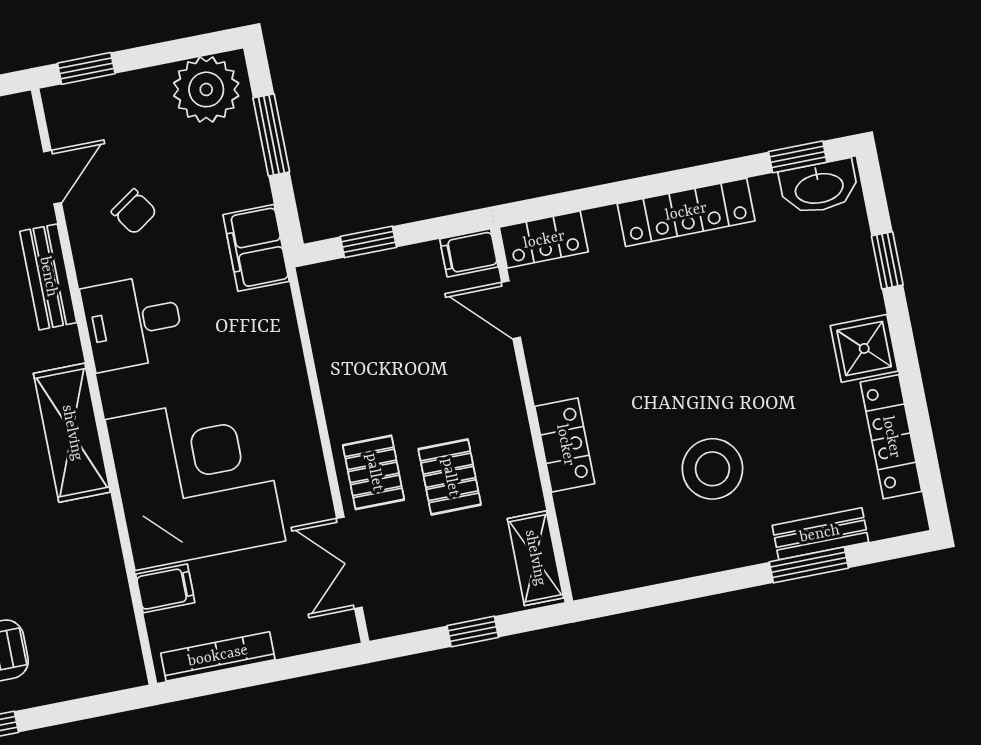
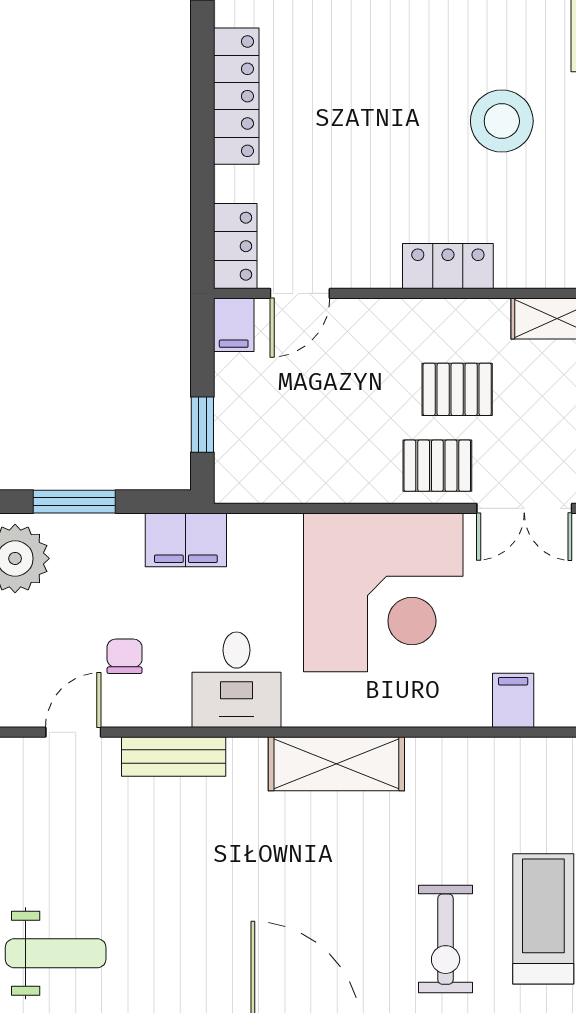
door: (53, 177) -> (73, 732), hinge flipped
chair: (134, 212) -> (125, 656), turned -56
corner desk: (195, 480) -> (383, 592), moved, turned 180

